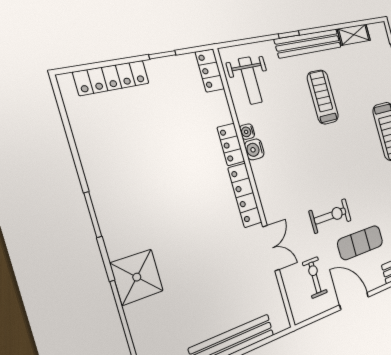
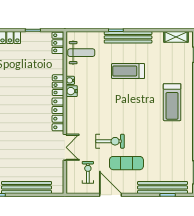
shelving: (354, 35) -> (176, 37), moved
weight bench: (250, 81) -> (81, 53), turned -90
treadmill: (323, 97) -> (128, 71), turned -90

